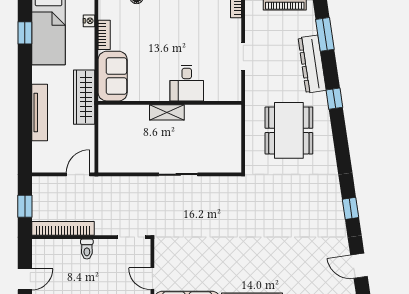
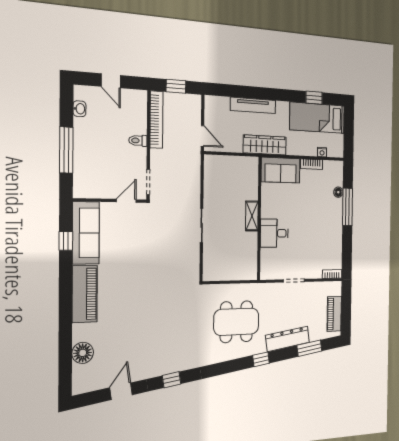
door: (152, 279) -> (126, 201), moved

